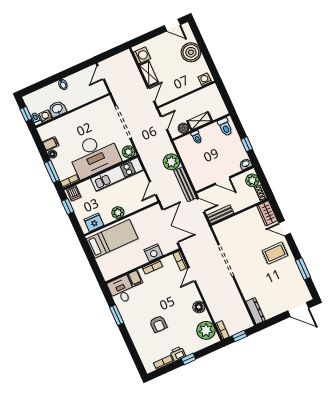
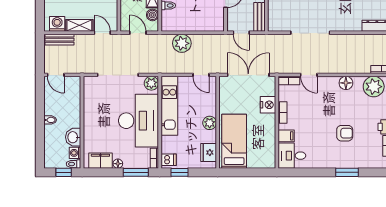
filing cabinet: (51, 144) -> (100, 161), width x2.00
bench: (185, 184) -> (60, 40), moved, width x0.73
door: (201, 205) -> (241, 33), swing flipped
window: (117, 315) -> (347, 172), moved

